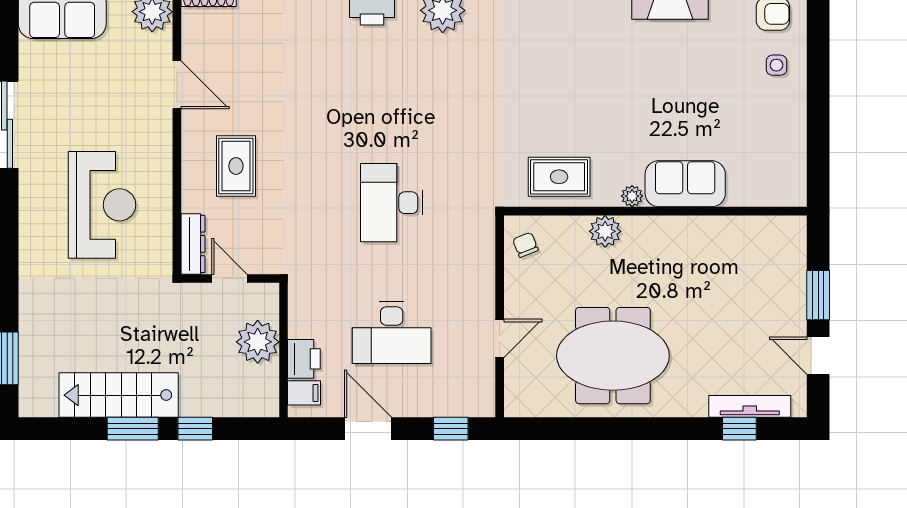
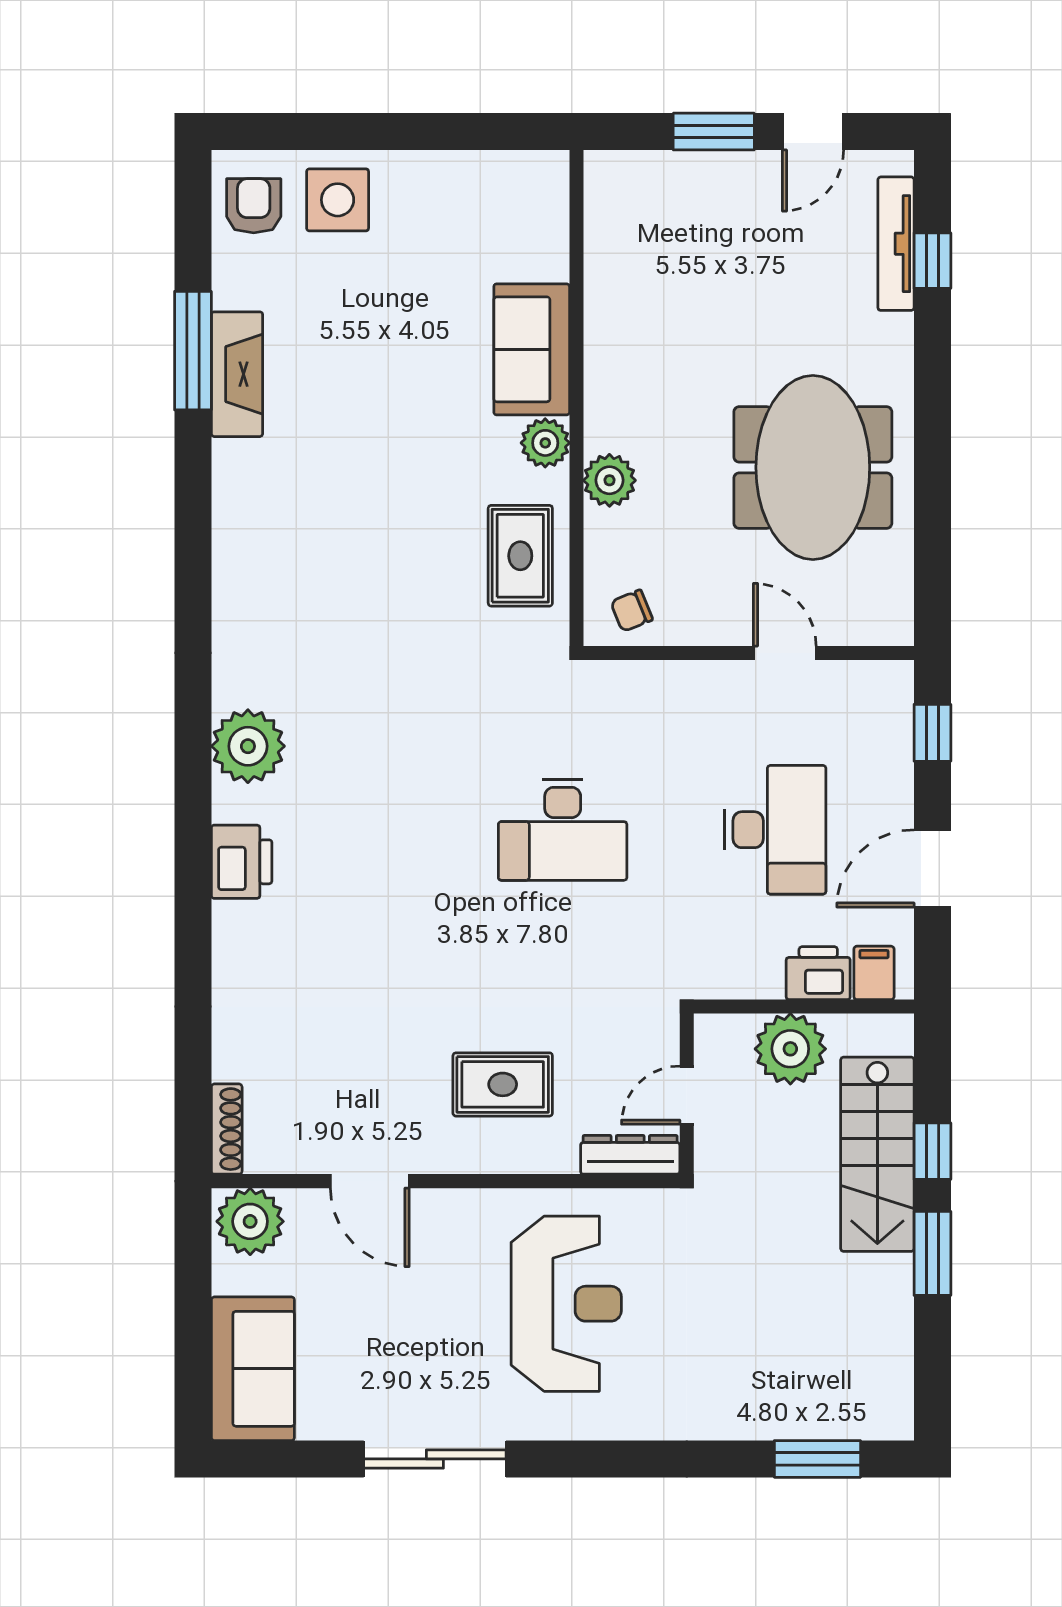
side table: (777, 65) -> (338, 200), width x1.87, depth x1.87
door: (177, 85) -> (370, 1181), swing flipped
plant: (632, 196) -> (545, 443), width x1.38, depth x1.38
reception desk: (102, 205) -> (566, 1304), turned 90
stairs: (119, 395) -> (877, 1154), moved

